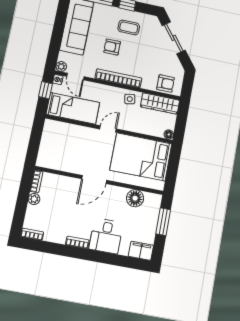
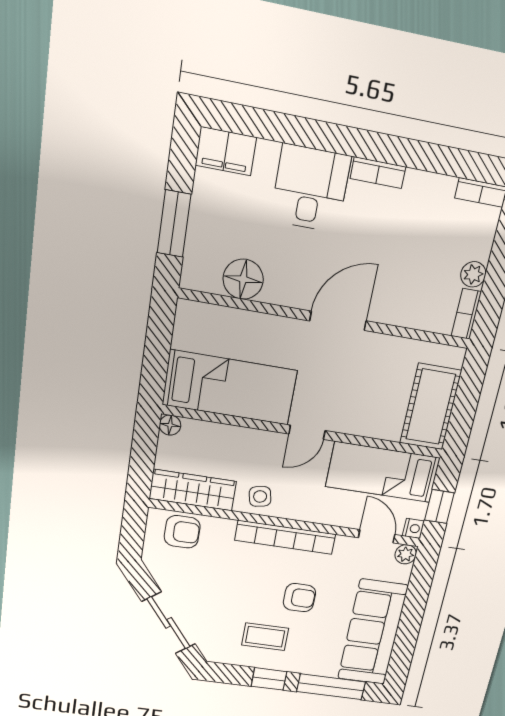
armchair: (166, 83) -> (182, 532), turned 180
cot: (51, 139) -> (431, 407), added
bed: (141, 157) -> (230, 388), width x0.67

